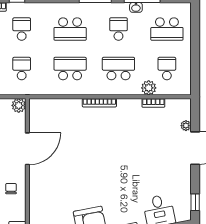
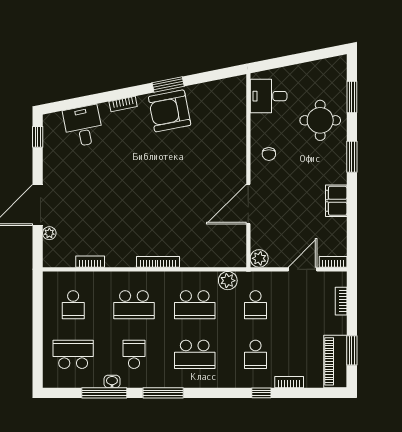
school desk: (70, 29) -> (195, 354), turned 180
school desk: (118, 29) -> (134, 354), turned 180
plant: (149, 88) -> (228, 281), moved

